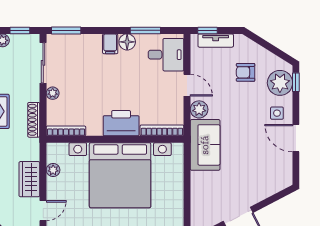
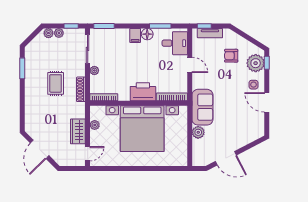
plant: (199, 109) -> (198, 132), moved

